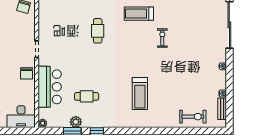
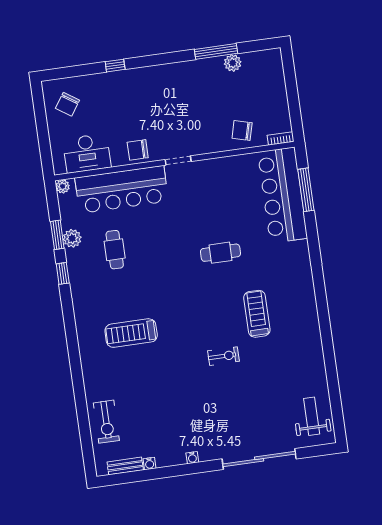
bar counter: (50, 87) -> (122, 189), width x1.36
desk: (21, 117) -> (87, 153), moved, turned -90

